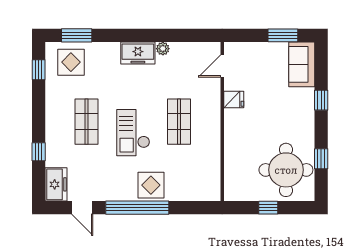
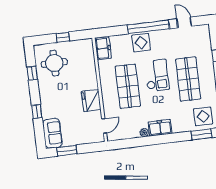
fridge: (234, 99) -> (91, 100), width x1.88, depth x1.34
shop shelf: (87, 122) -> (188, 79), width x1.43, depth x1.36
shop shelf: (179, 122) -> (128, 86), width x1.43, depth x1.36
round table: (286, 170) -> (54, 63), width x0.73, depth x0.73
freezer: (56, 184) -> (103, 48), moved, turned 180

